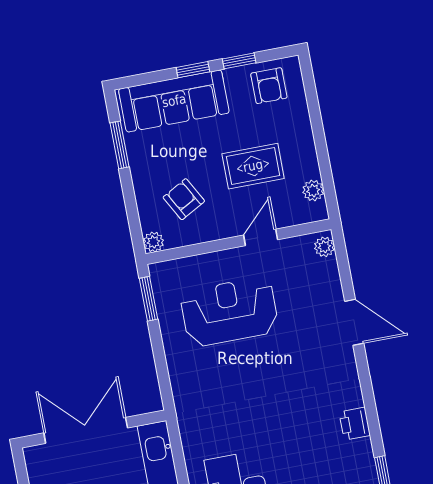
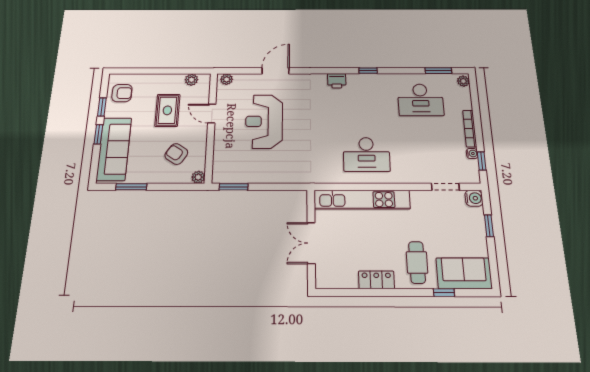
armchair: (184, 199) -> (176, 154), turned 62
reception desk: (229, 312) -> (264, 121), moved
double door: (86, 430) -> (311, 243), width x0.73

